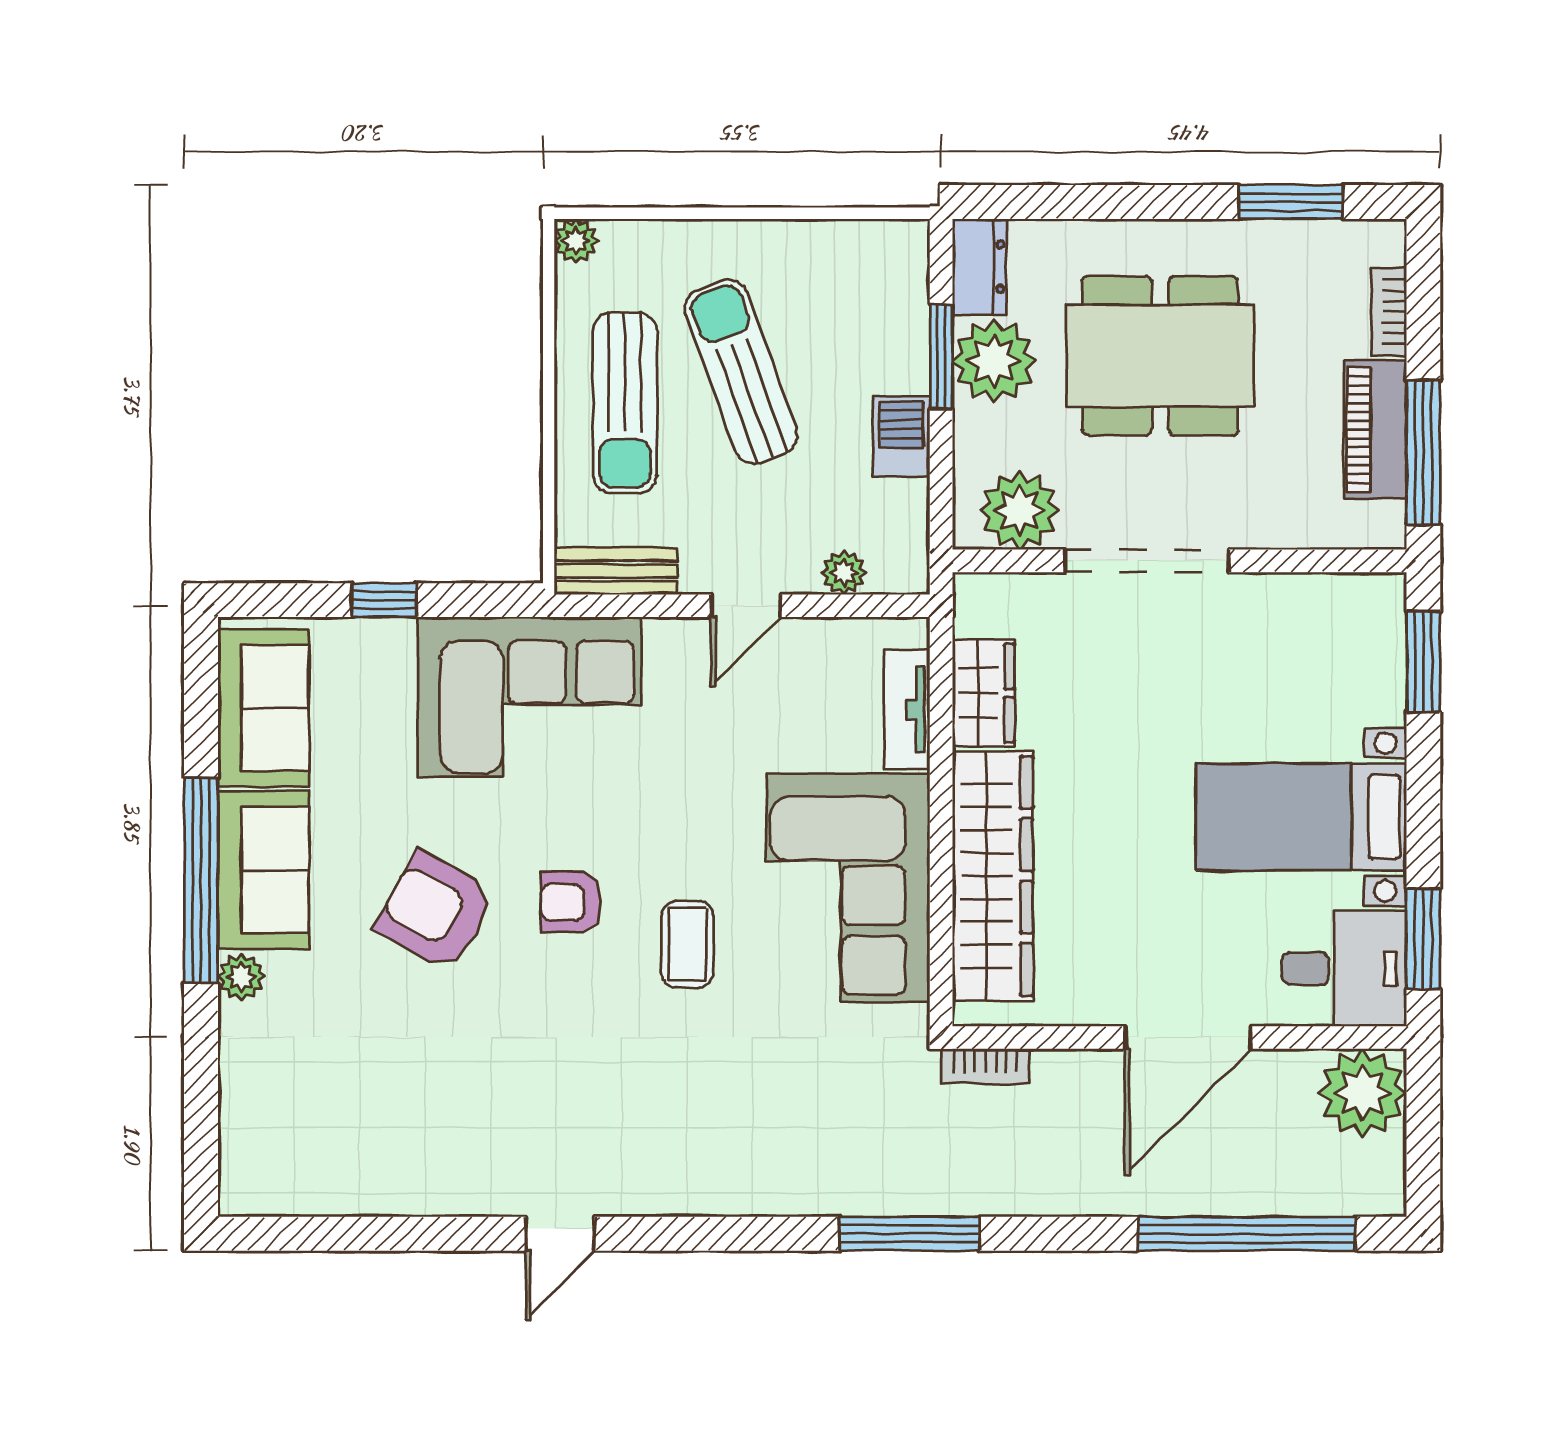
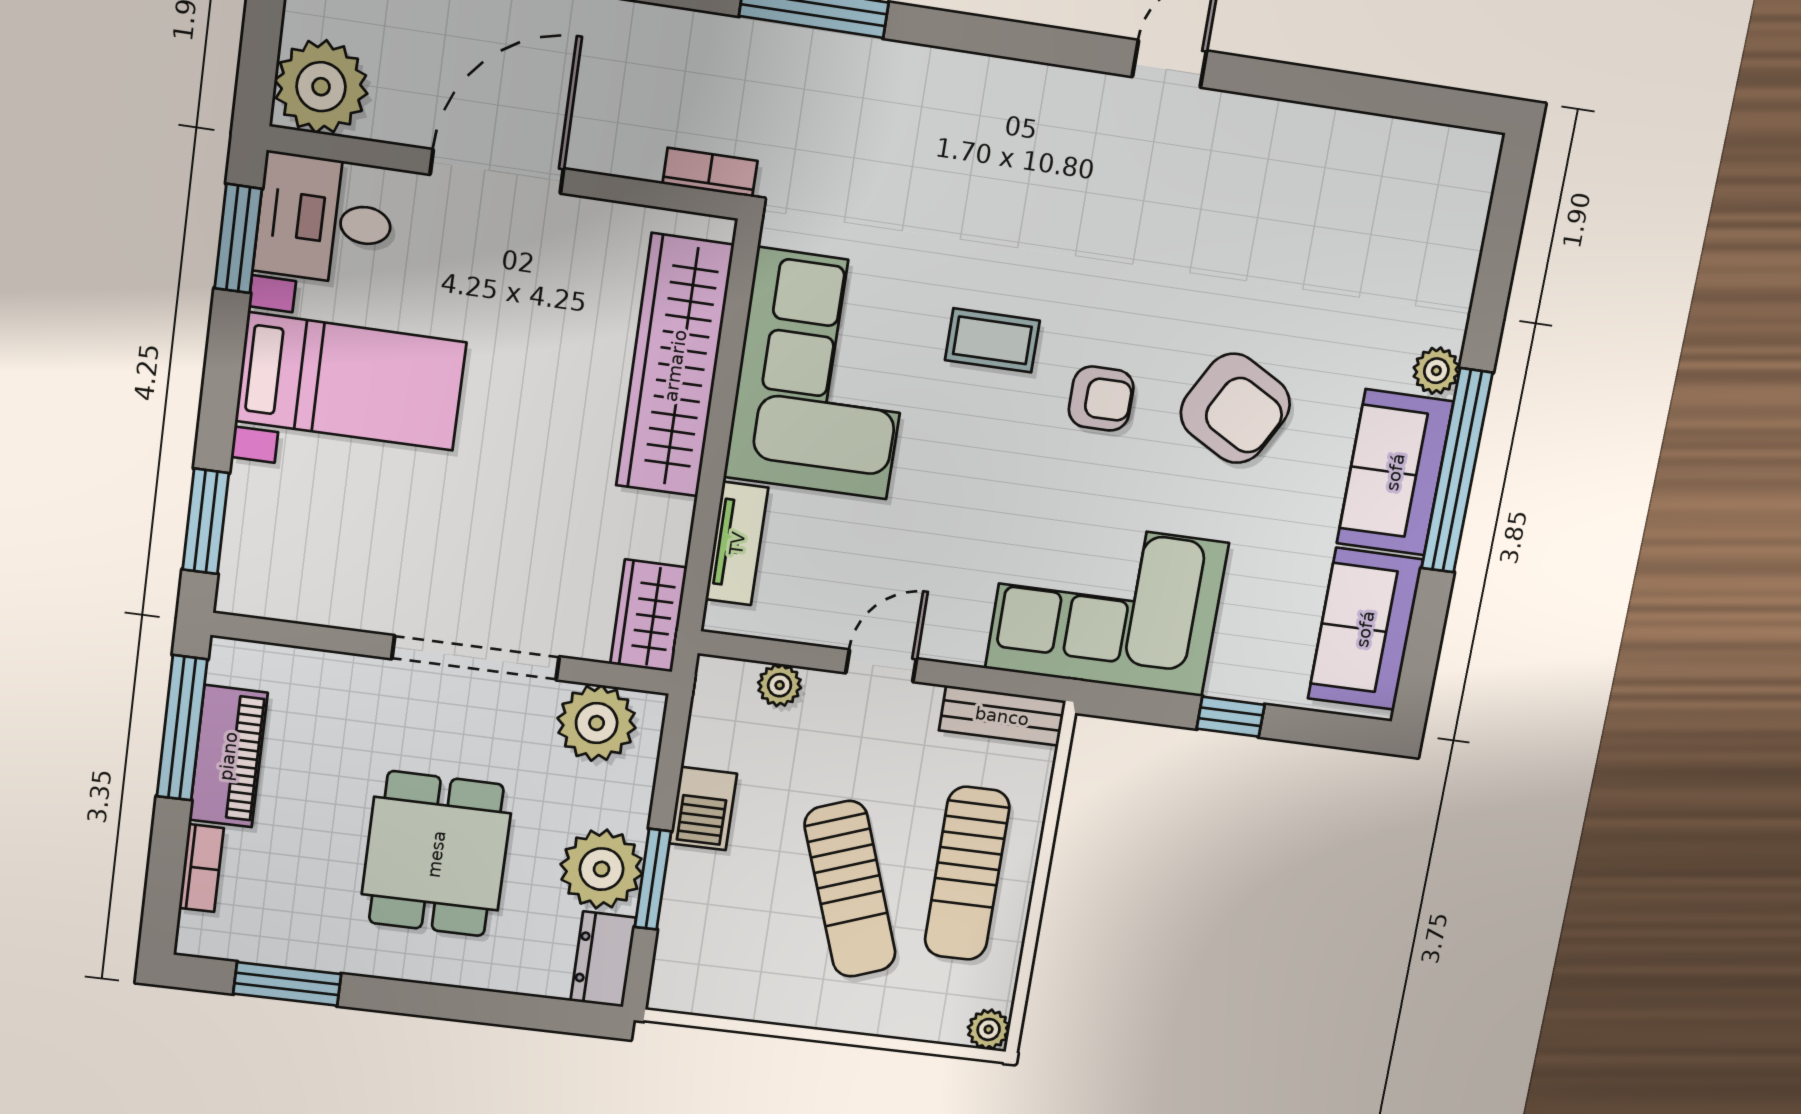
dining table: (1160, 356) -> (436, 854), width x0.73
sun lounger: (625, 403) -> (967, 874), turned 180
wardrobe: (983, 693) -> (649, 616), moved
coffee table: (688, 944) -> (992, 340), turned 90

